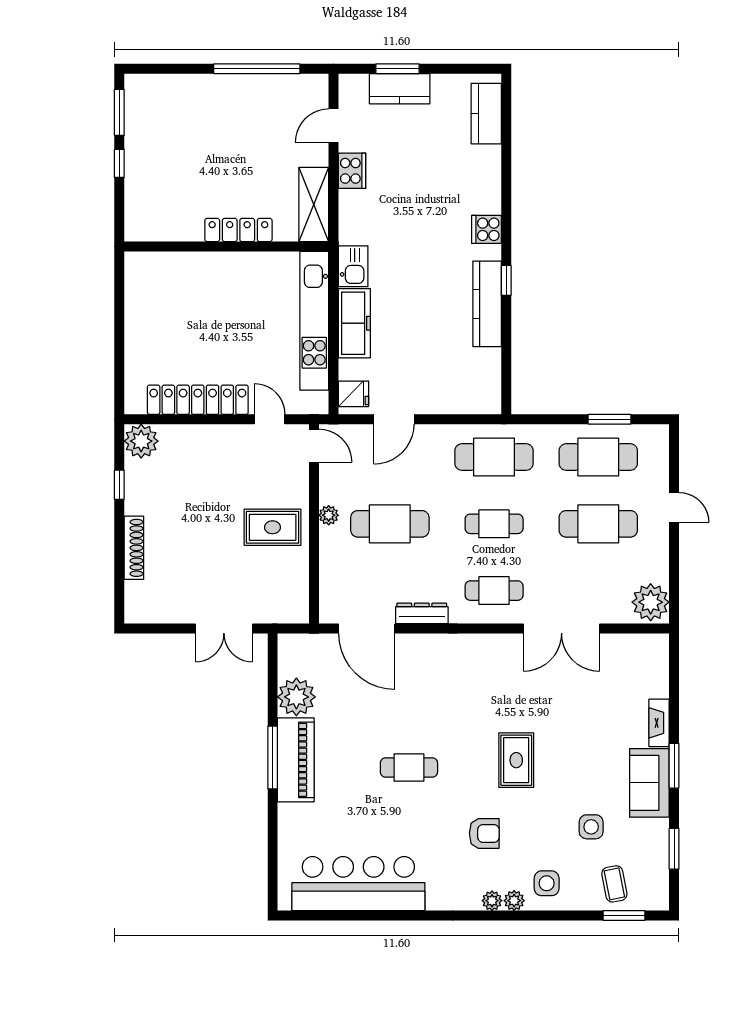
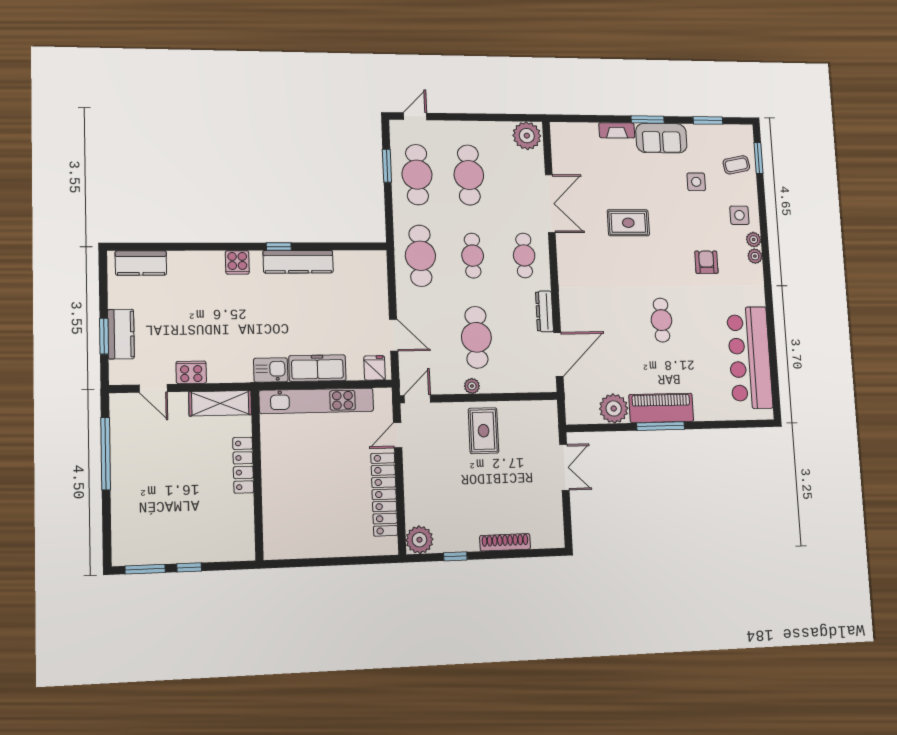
door: (674, 508) -> (415, 116), moved
rug: (516, 760) -> (628, 223), moved

